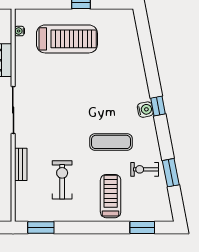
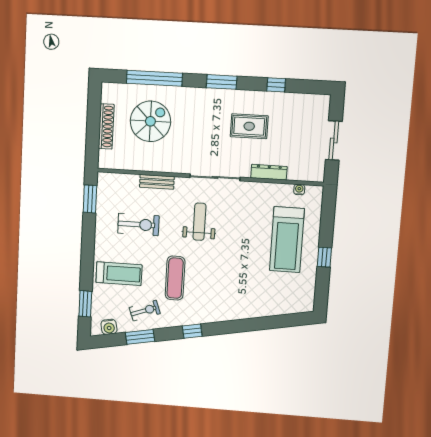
window: (158, 106) -> (192, 331), moved
water cooler: (145, 110) -> (109, 327), moved
weight bench: (56, 122) -> (199, 222), added
exercise bike: (145, 169) -> (145, 311), turned 70

